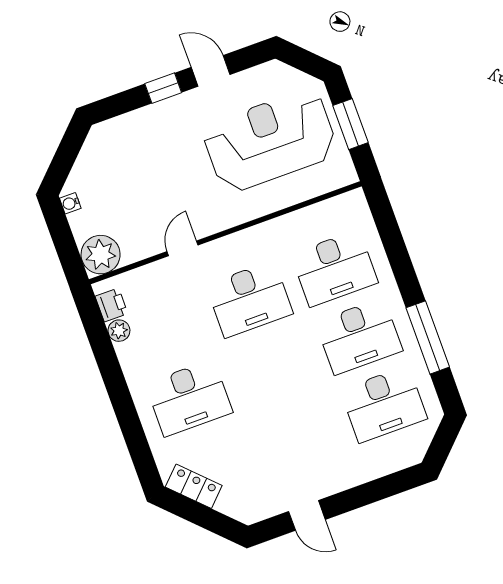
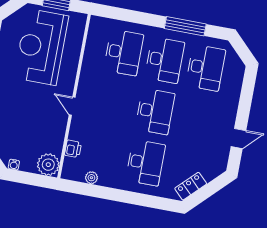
door: (183, 248) -> (72, 106), moved
desk: (249, 299) -> (155, 111), moved
printer: (111, 305) -> (73, 149), moved, turned 90

